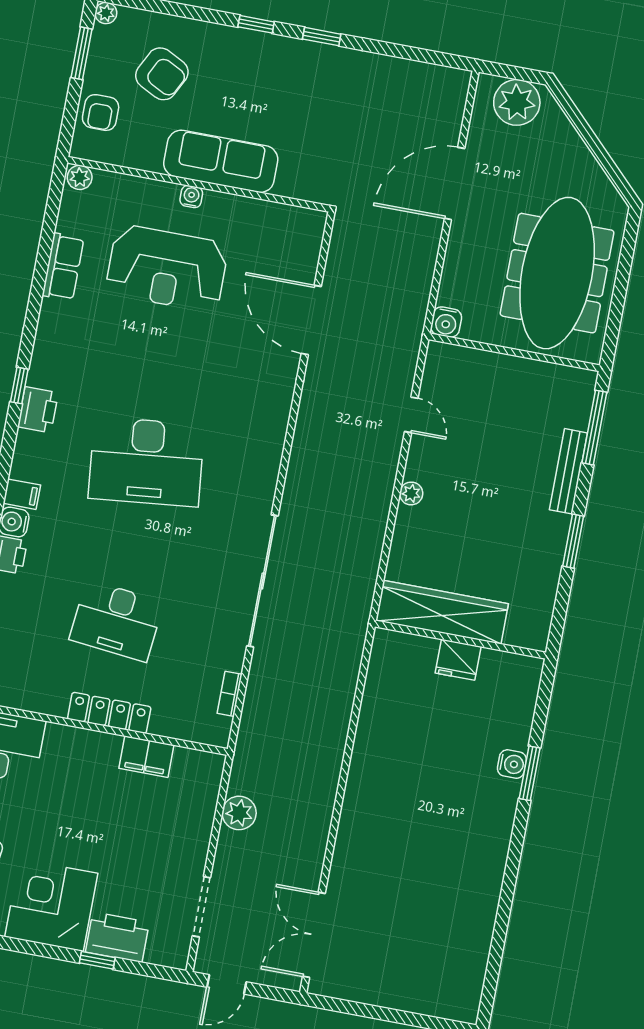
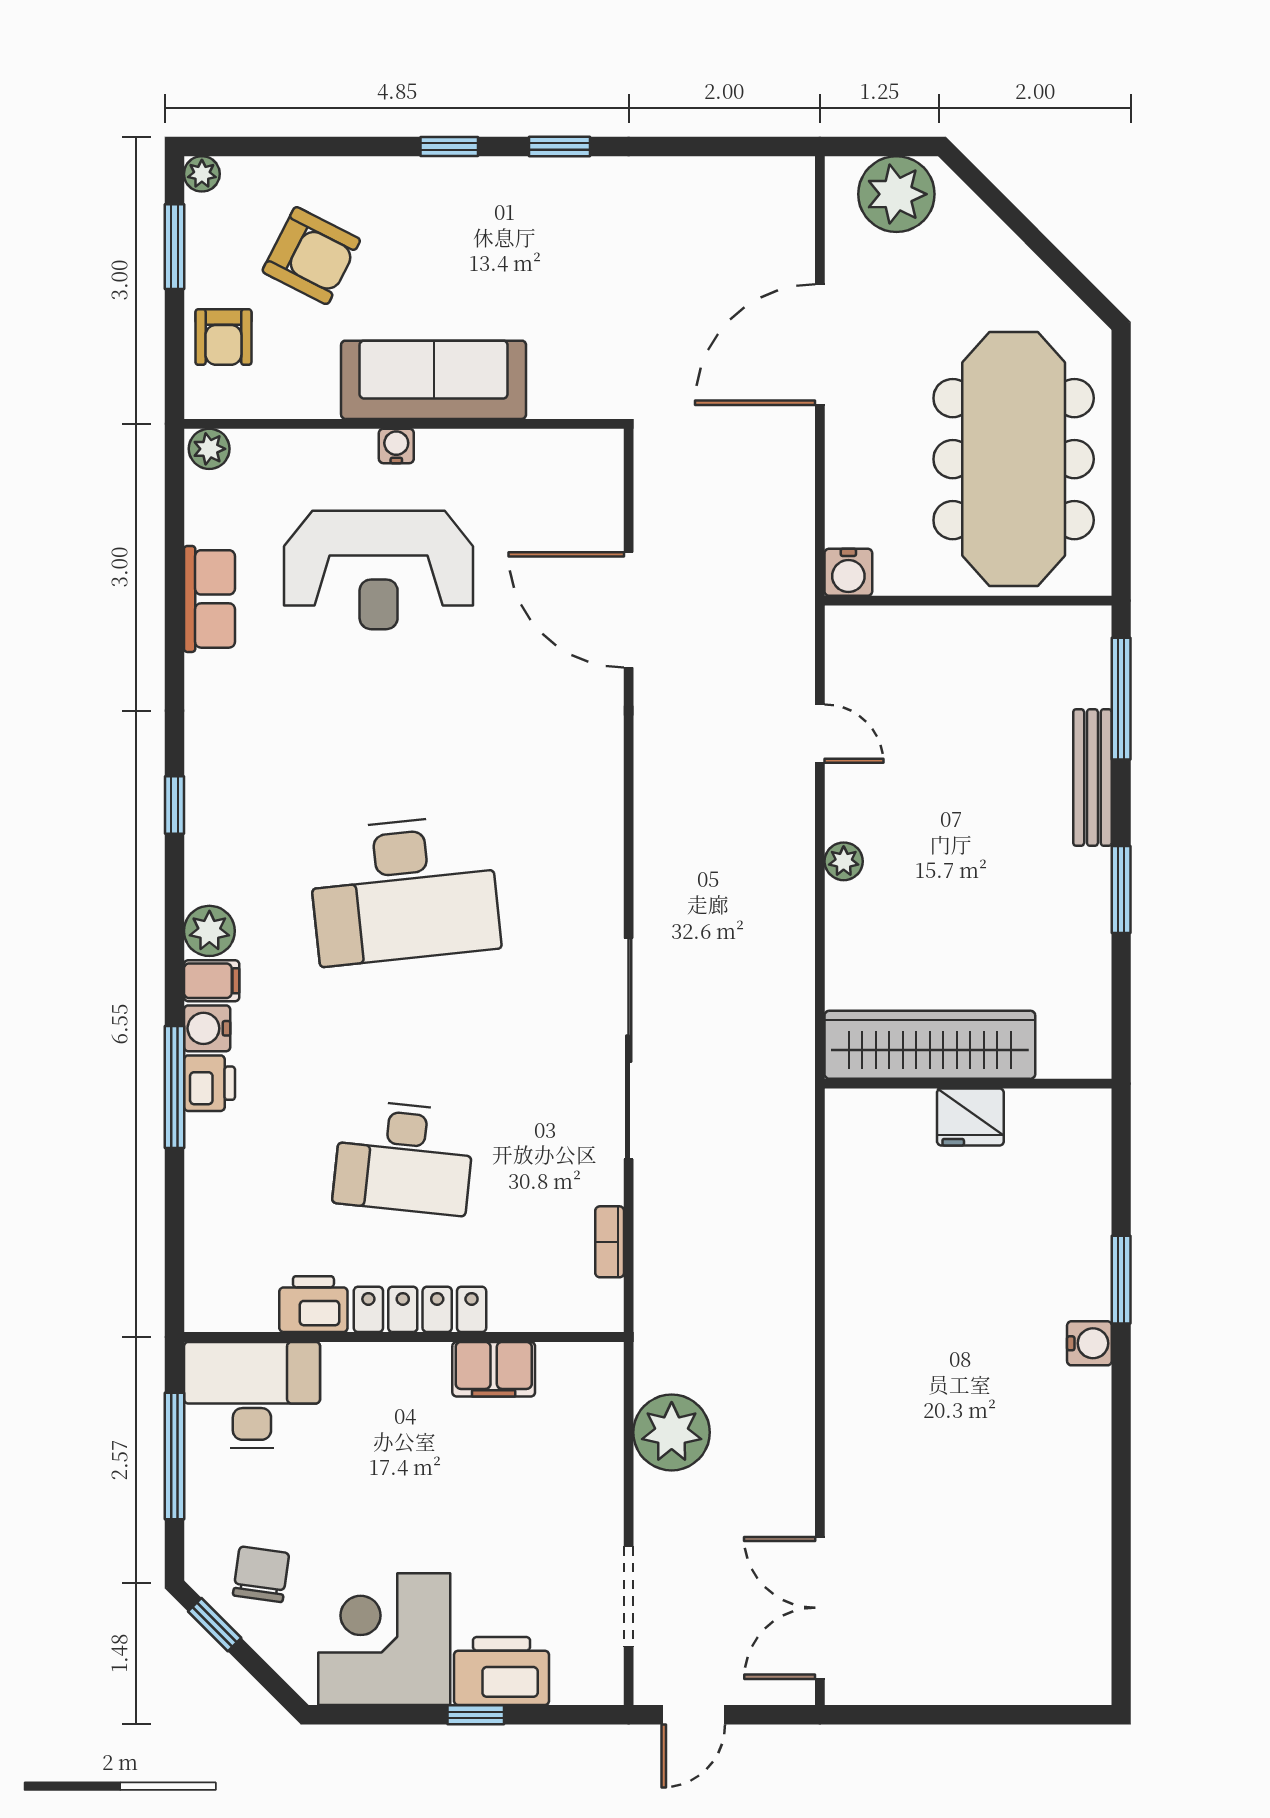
printer: (38, 410) -> (313, 1304), moved, turned -90
plant: (26, 464) -> (209, 931), added
water cooler: (512, 764) -> (1089, 1343), moved
plant: (239, 813) -> (672, 1432), width x1.36, depth x1.36

